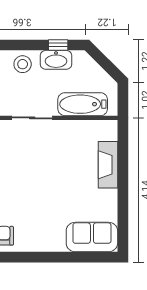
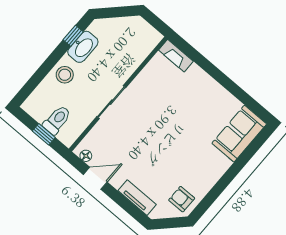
bathtub: (83, 104) -> (133, 55), removed
fireplace: (108, 165) -> (176, 56), moved, width x0.73, depth x0.76

